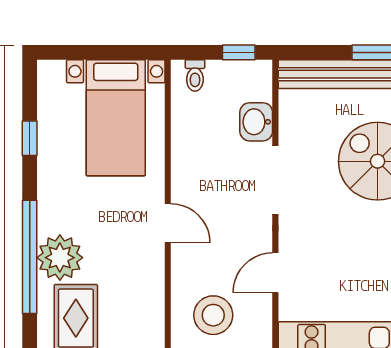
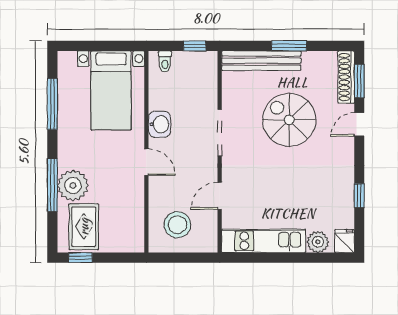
washbasin: (256, 122) -> (159, 124), moved, turned 180
window: (30, 138) -> (52, 104), width x2.17
window: (30, 257) -> (52, 185), width x0.68

